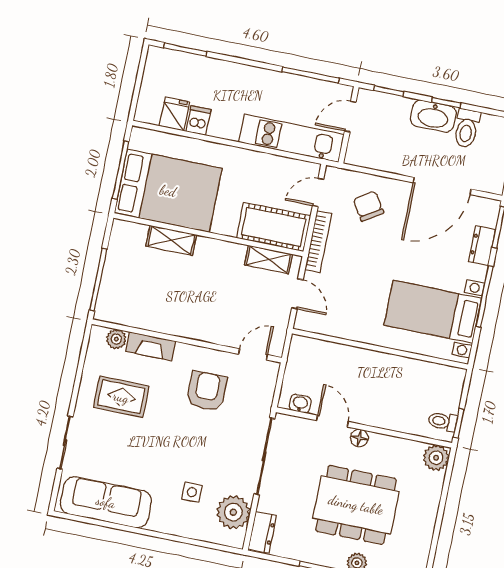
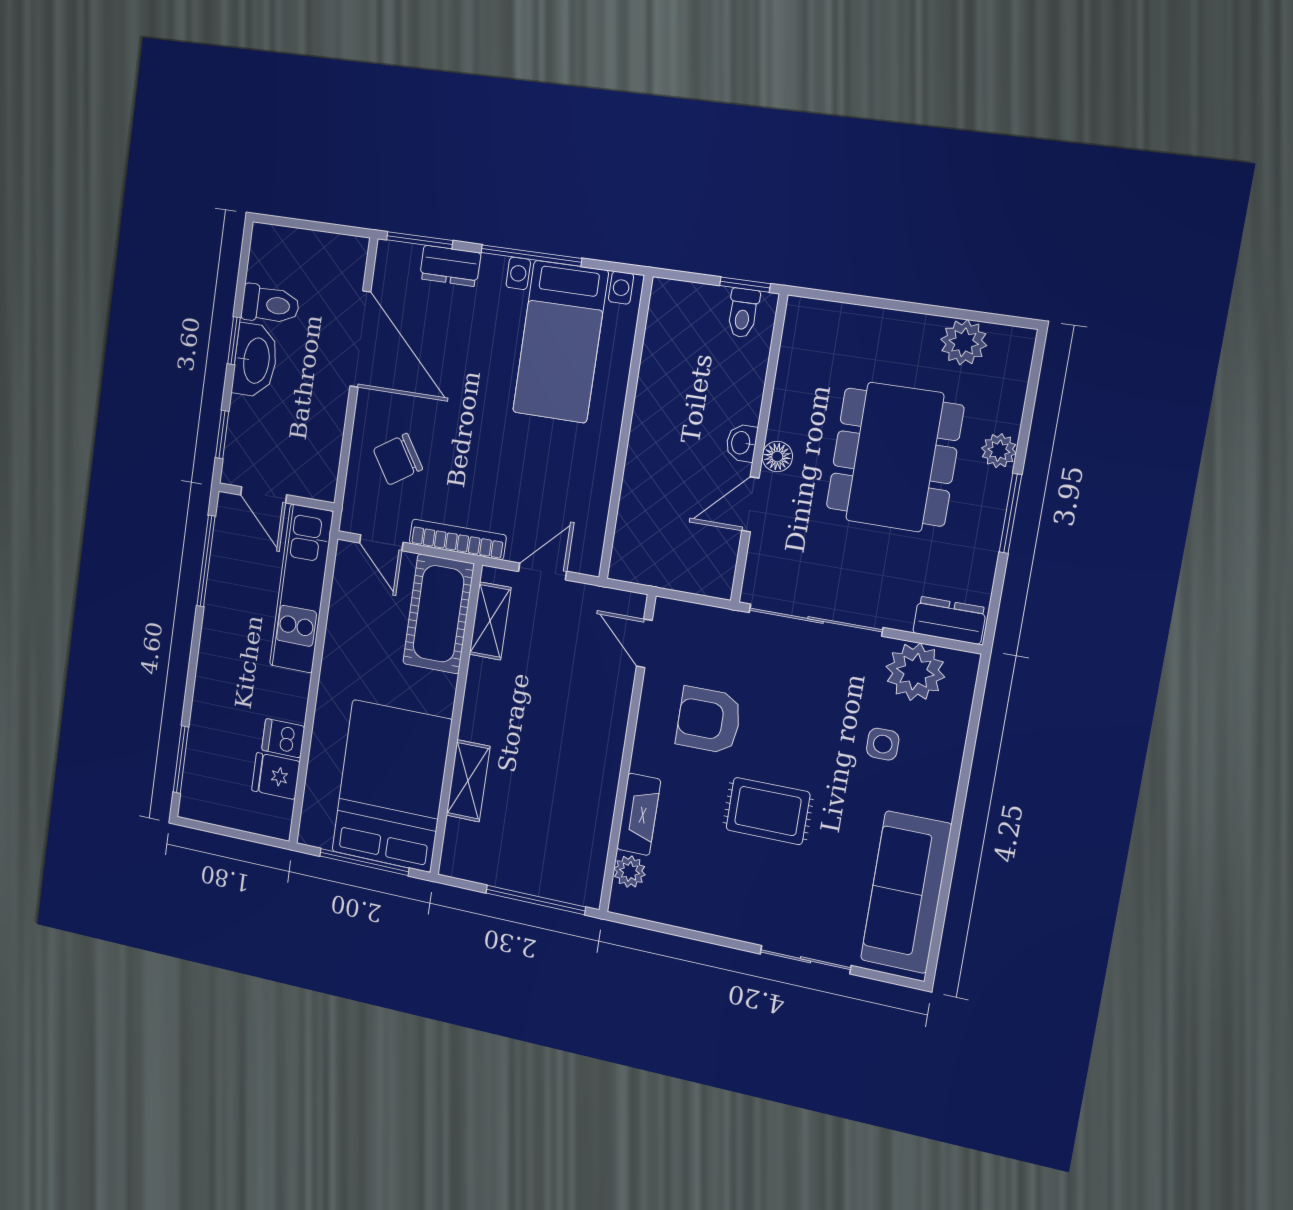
rug: (121, 397) -> (768, 811), moved, turned 90
washbasin: (300, 404) -> (741, 443), moved
plant: (436, 458) -> (964, 342), moved

